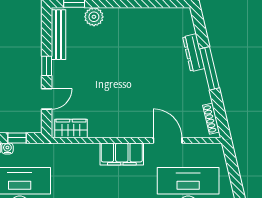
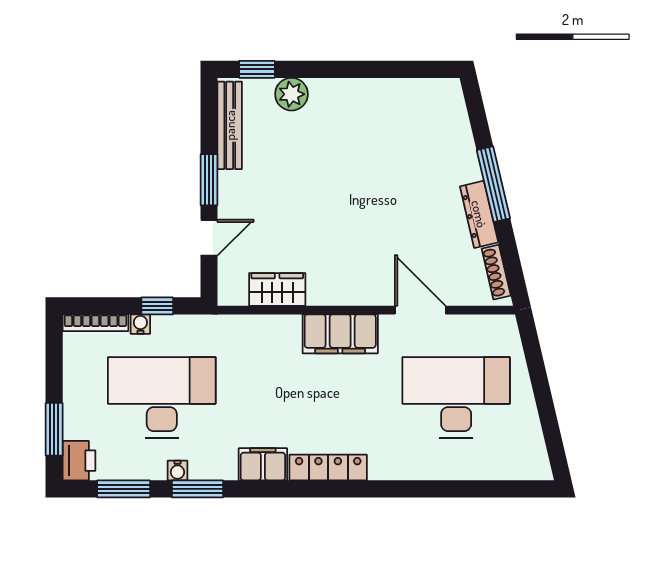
dresser: (194, 53) -> (479, 214), moved
window: (47, 66) -> (209, 180), width x1.50
wardrobe: (71, 129) -> (277, 289), moved

